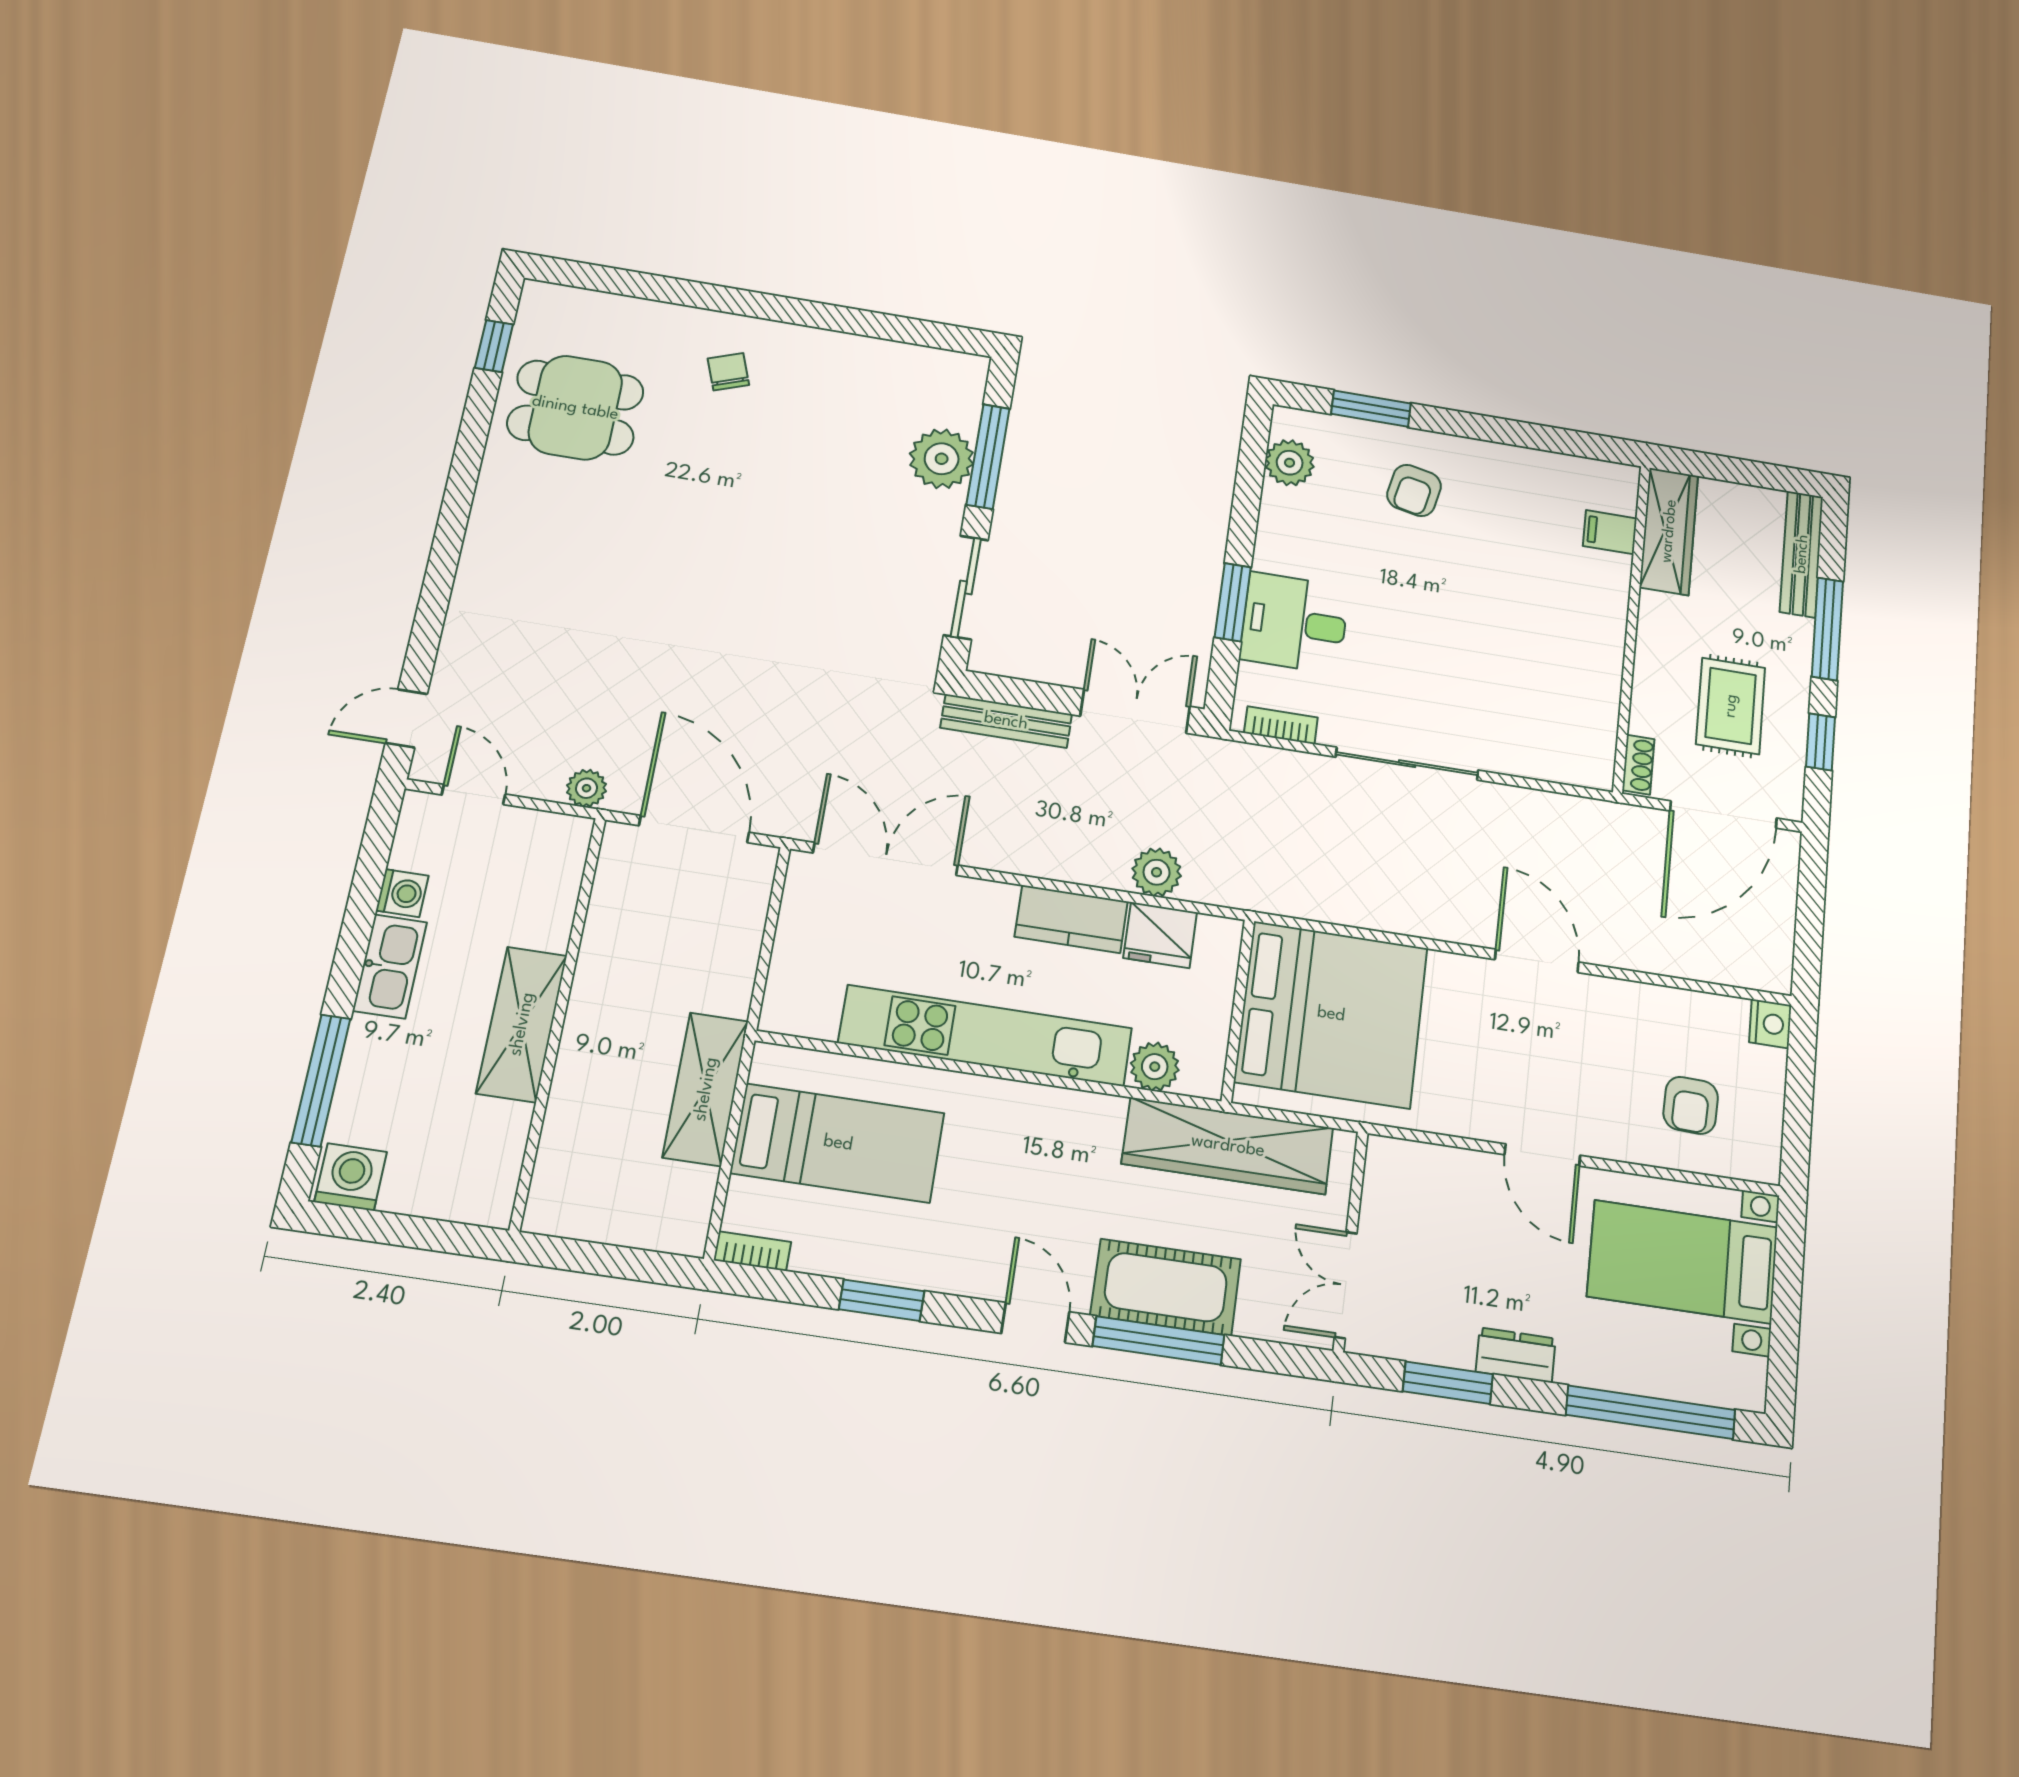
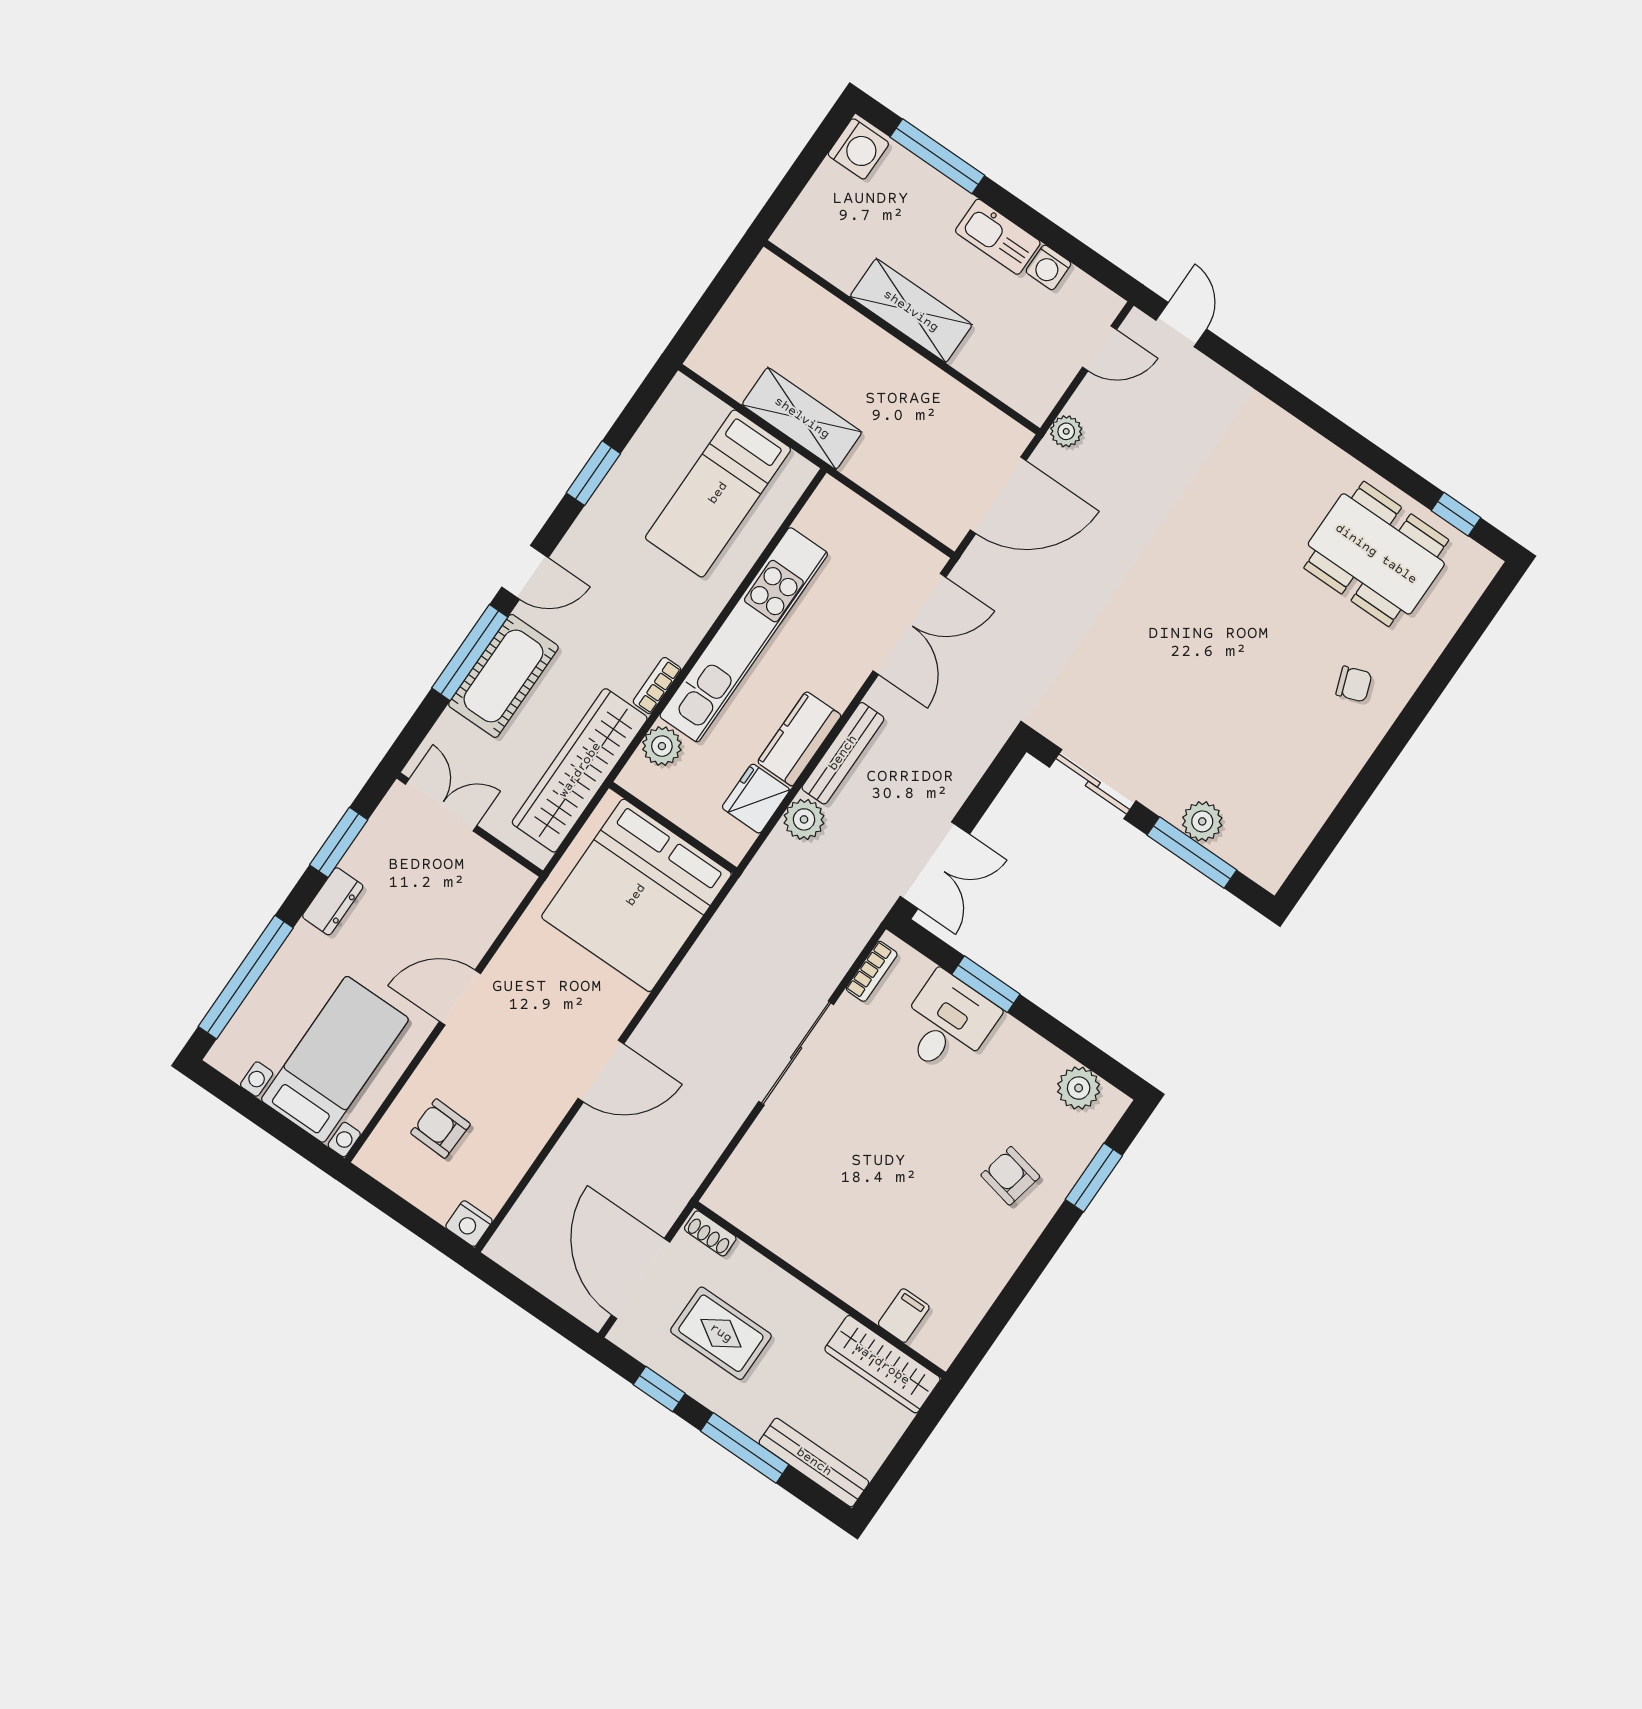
dining table: (575, 408) -> (1376, 554), width x1.38
plant: (942, 459) -> (1202, 821), width x0.73, depth x0.73
bench: (1006, 721) -> (843, 753), moved
bookcase: (752, 1251) -> (657, 686), moved, turned 180

